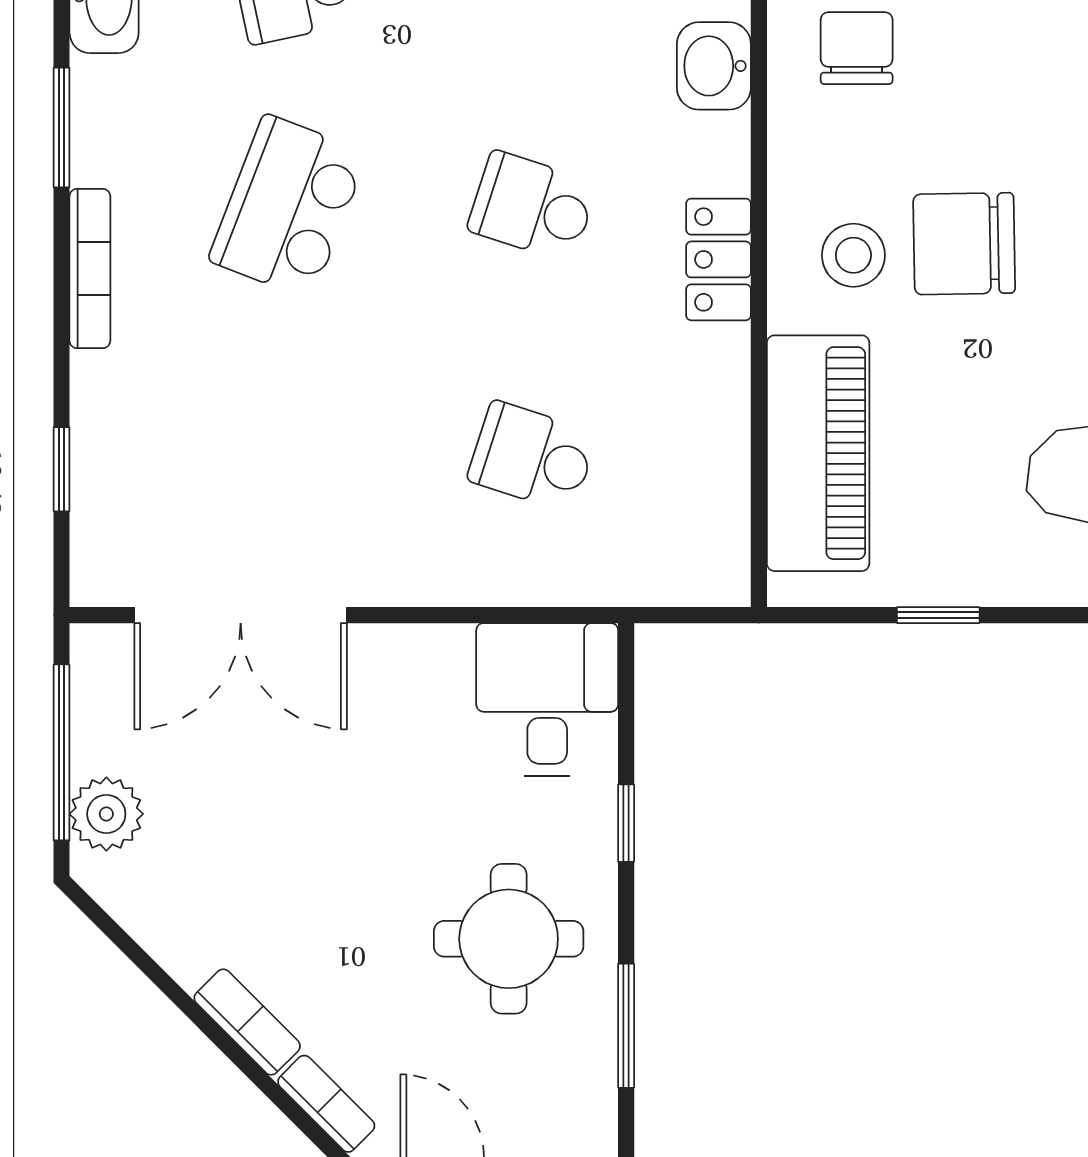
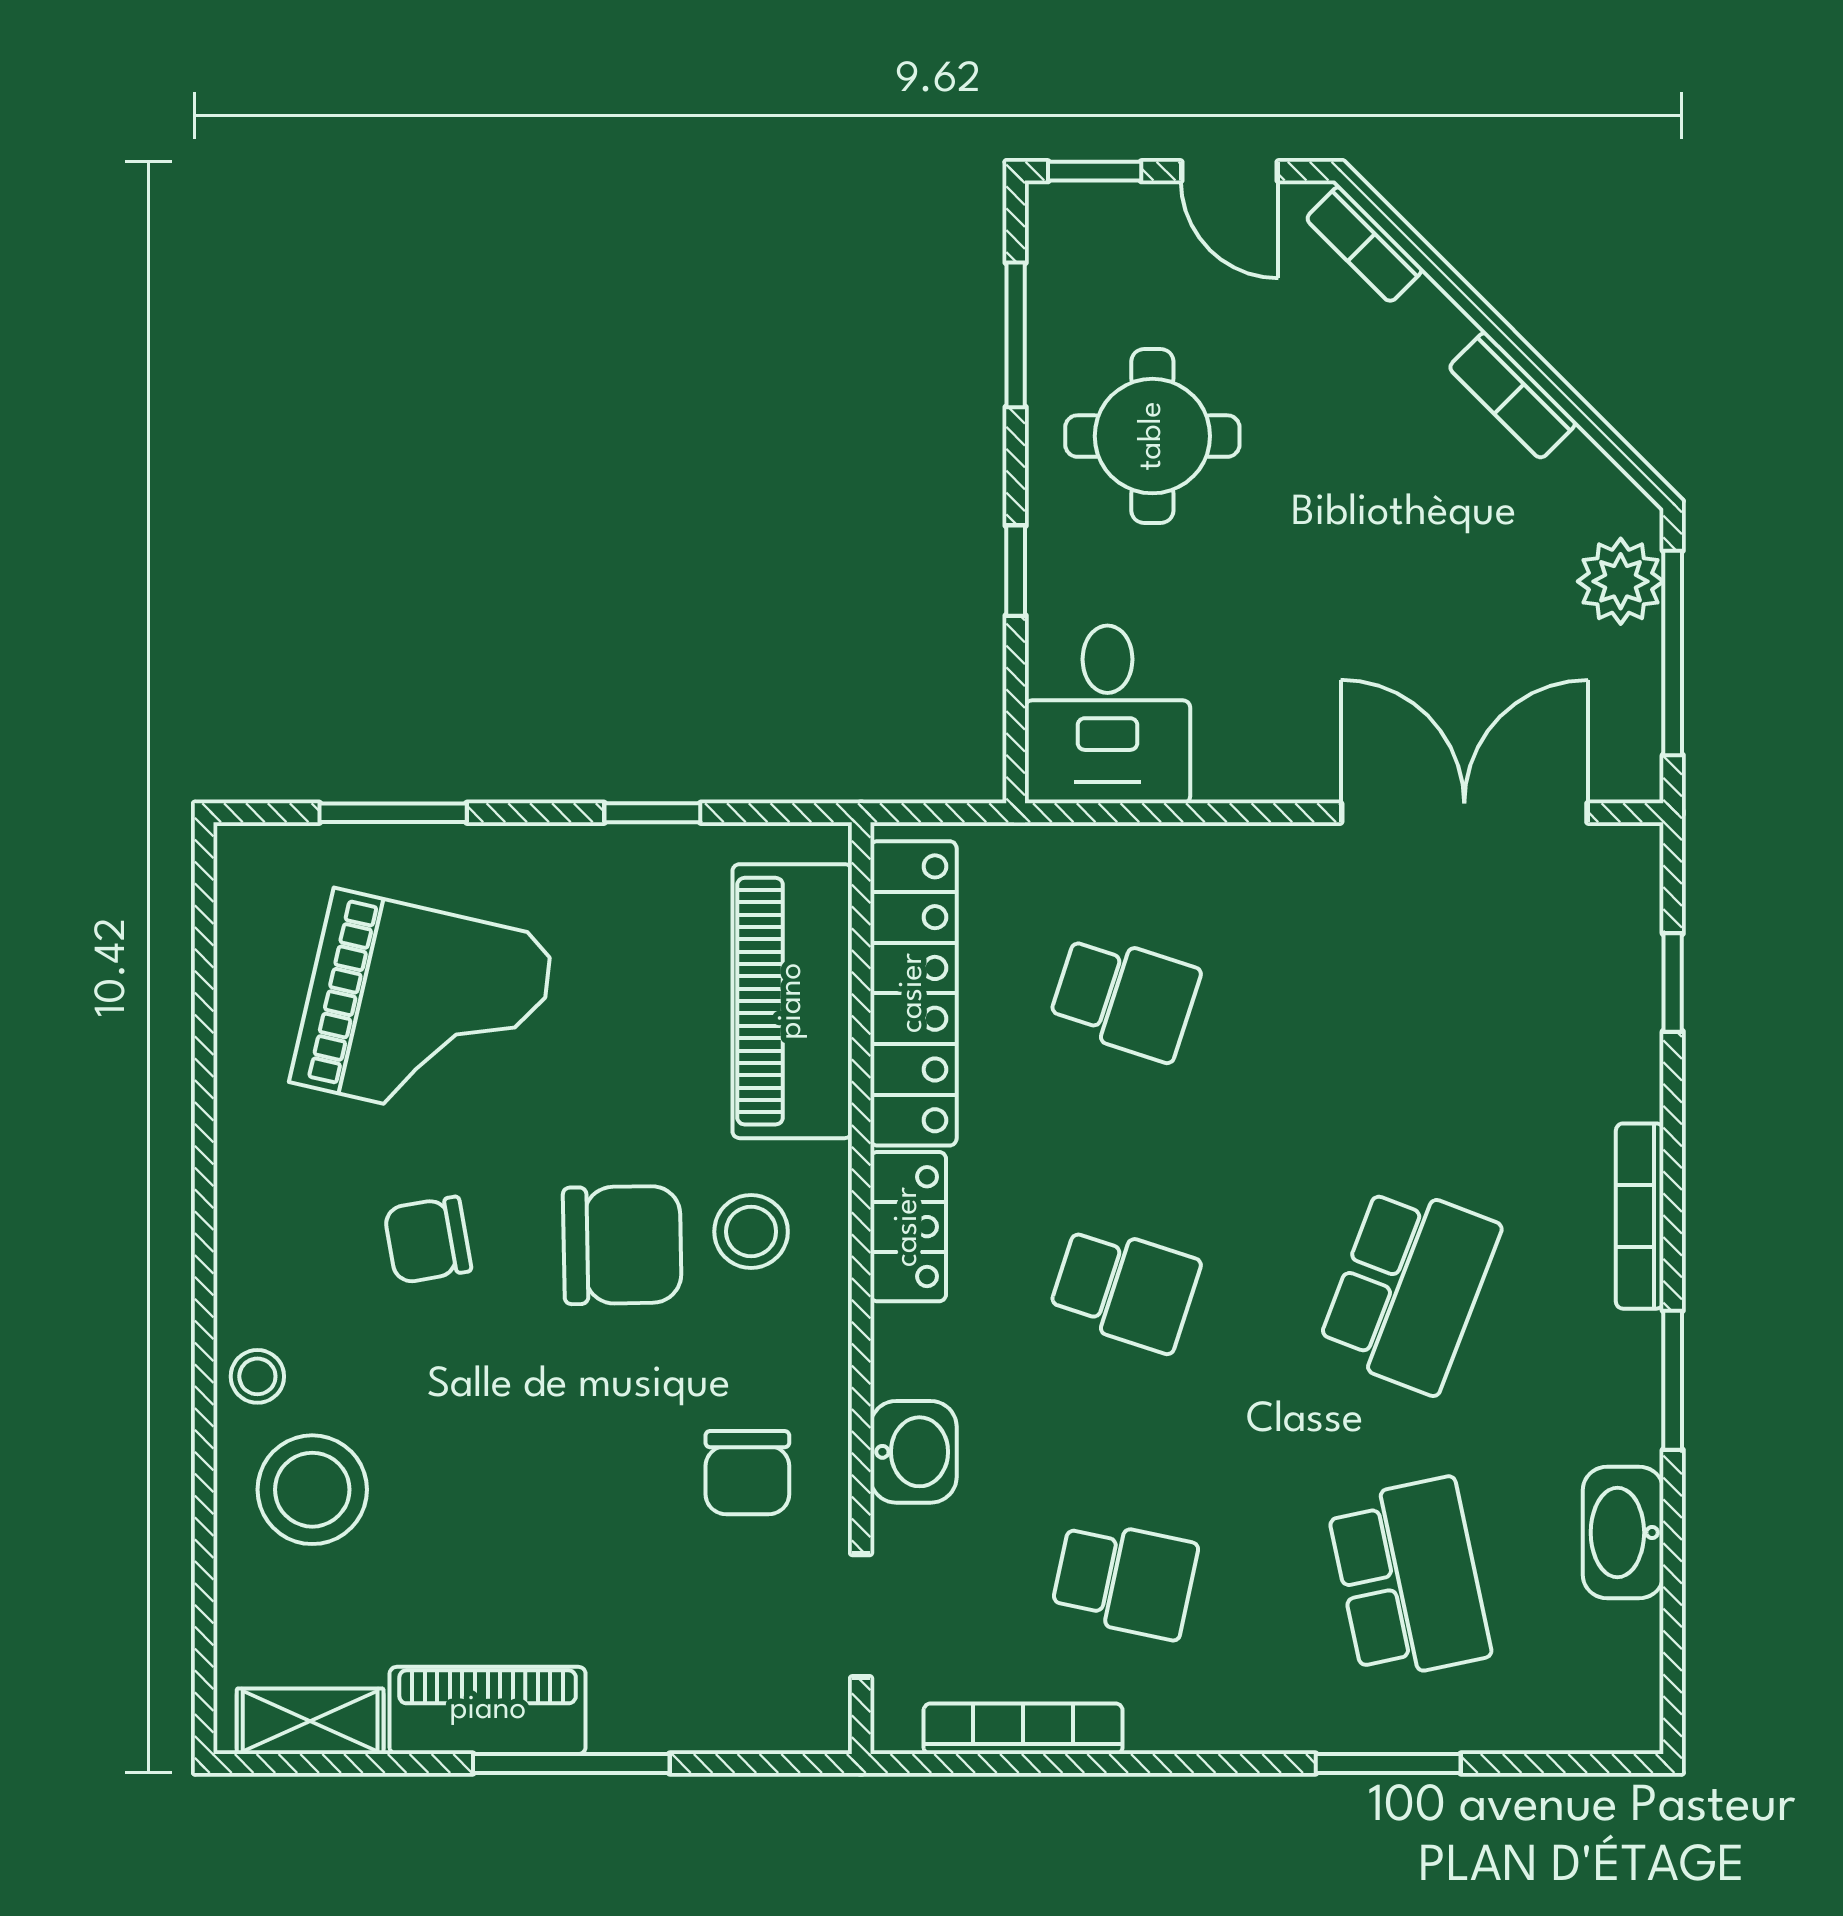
locker: (714, 460) -> (913, 993), added
bookcase: (247, 1022) -> (1513, 395), moved

